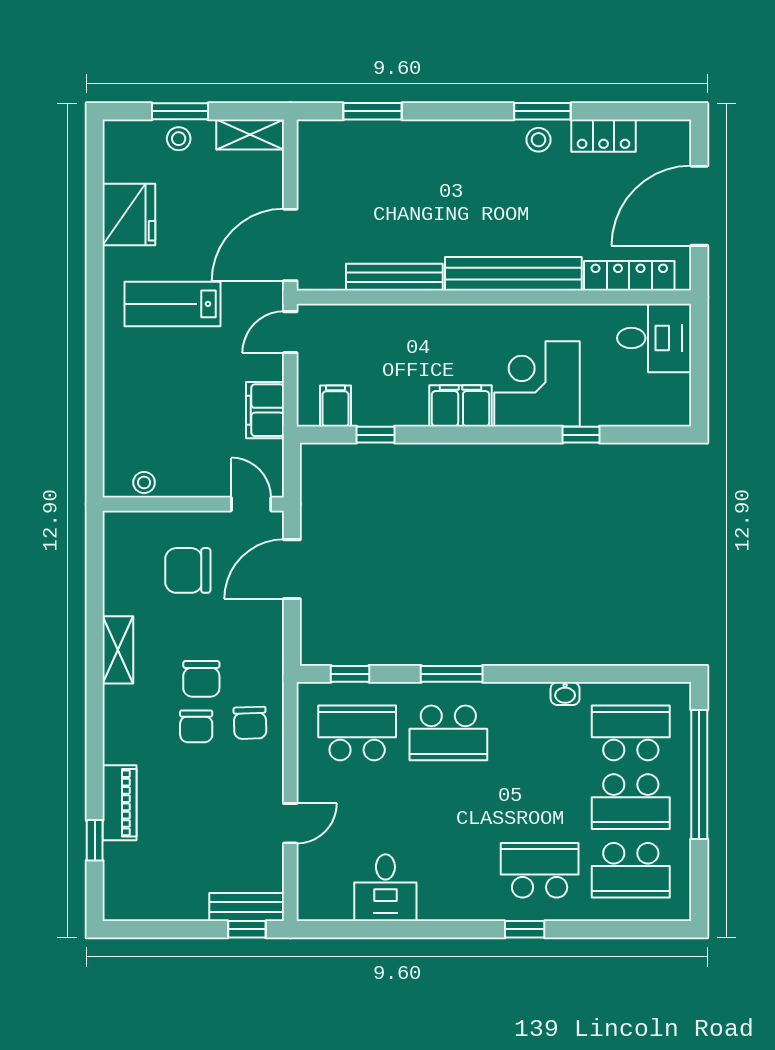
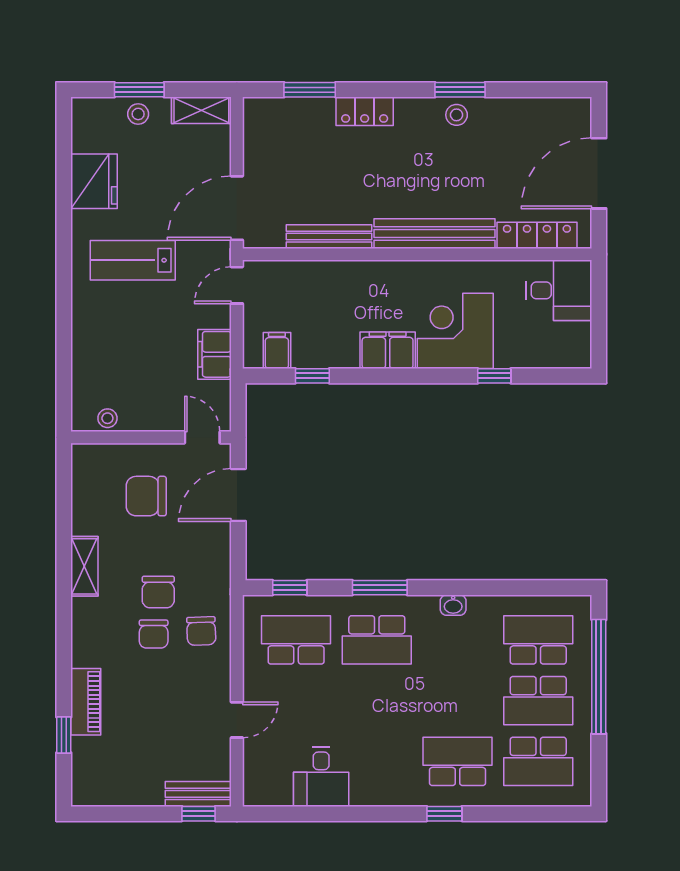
locker: (604, 136) -> (365, 111), moved
washbasin: (565, 694) -> (453, 605), moved

